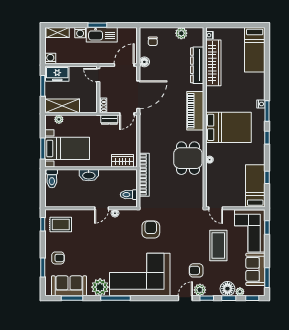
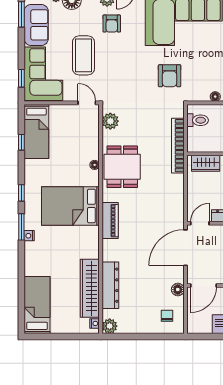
plant: (181, 33) -> (110, 326), moved
piano: (195, 111) -> (110, 221), width x0.73, depth x0.75
plant: (197, 194) -> (110, 121), added
armchair: (196, 270) -> (112, 24), turned 90

